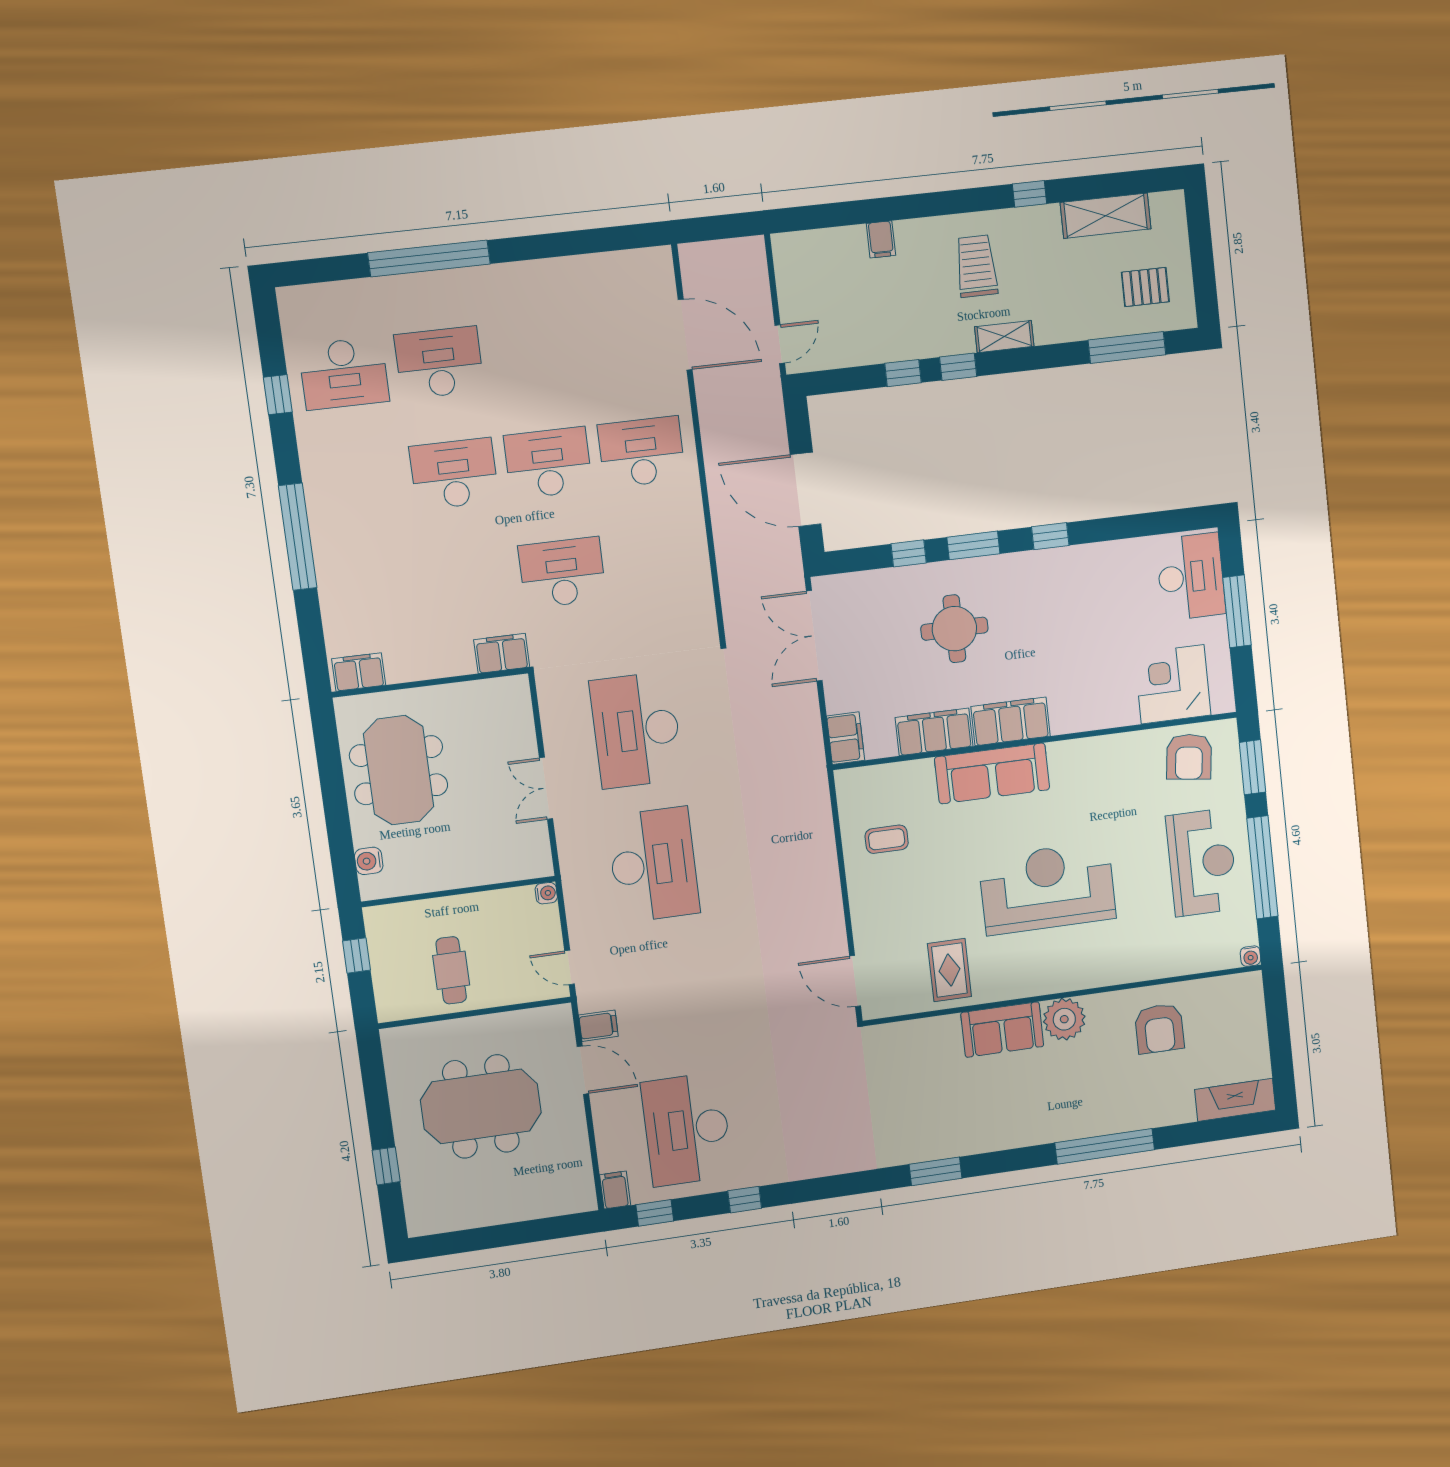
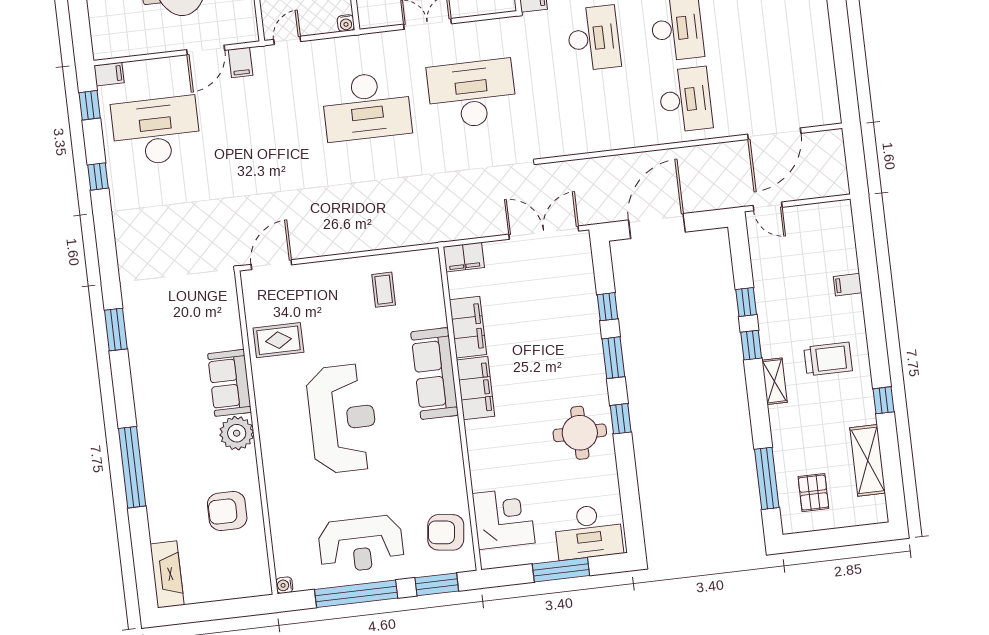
round table: (954, 629) -> (580, 433), moved

